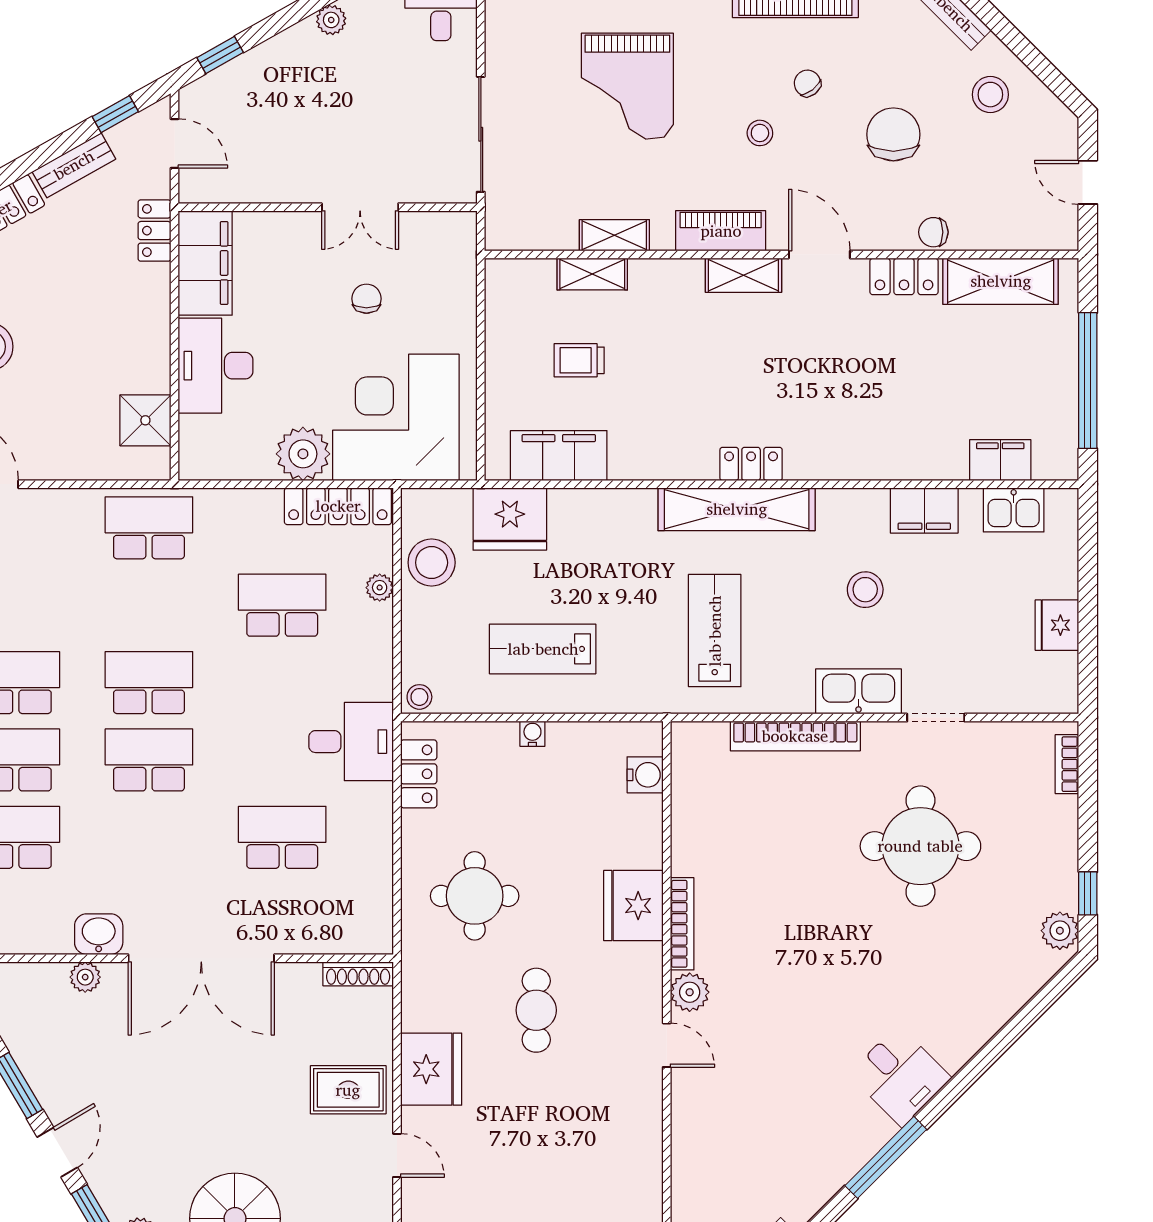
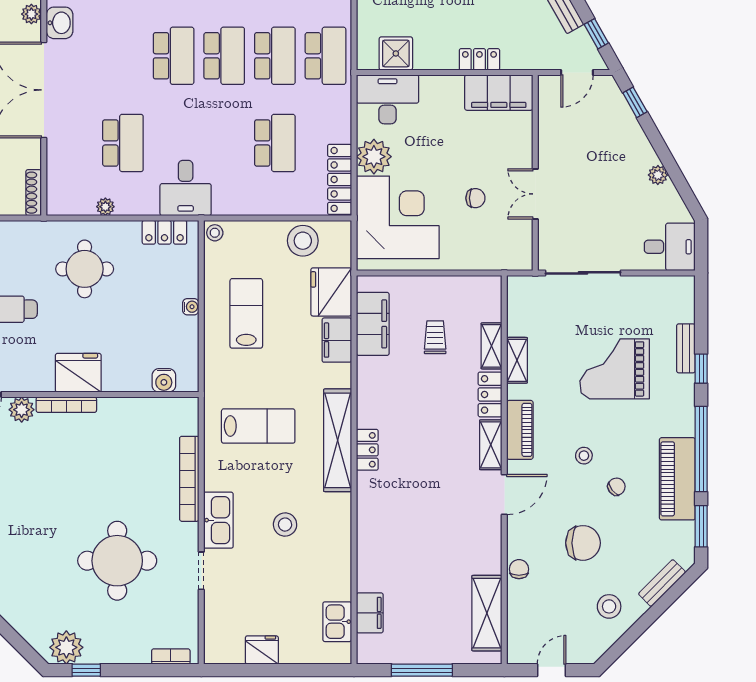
locker: (154, 231) -> (479, 59), moved
locker: (904, 276) -> (490, 394), moved
desk: (216, 366) -> (388, 99), moved
window: (1088, 381) -> (422, 670), width x0.68
filing cabinet: (924, 510) -> (337, 340), moved
plant: (380, 588) -> (105, 207), moved
school desk: (149, 605) -> (275, 56), added
plant: (1060, 931) -> (66, 647), width x1.36, depth x1.36

